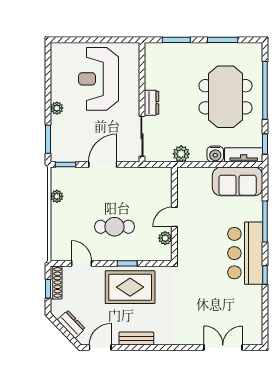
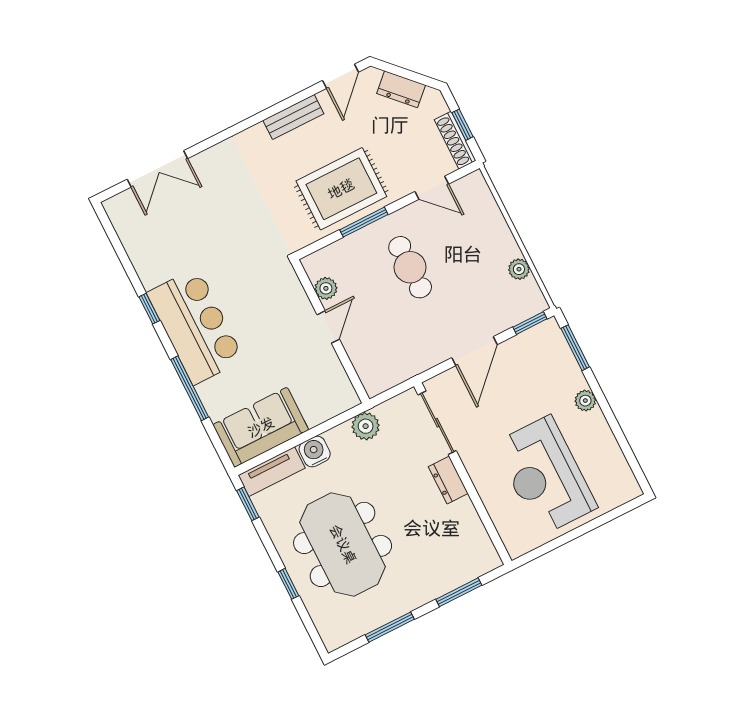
reception desk: (99, 79) -> (545, 476), turned 180
window: (265, 90) -> (288, 584), width x0.32
cafe table: (114, 227) -> (410, 267), turned 90
window: (127, 263) -> (364, 222), width x1.50

